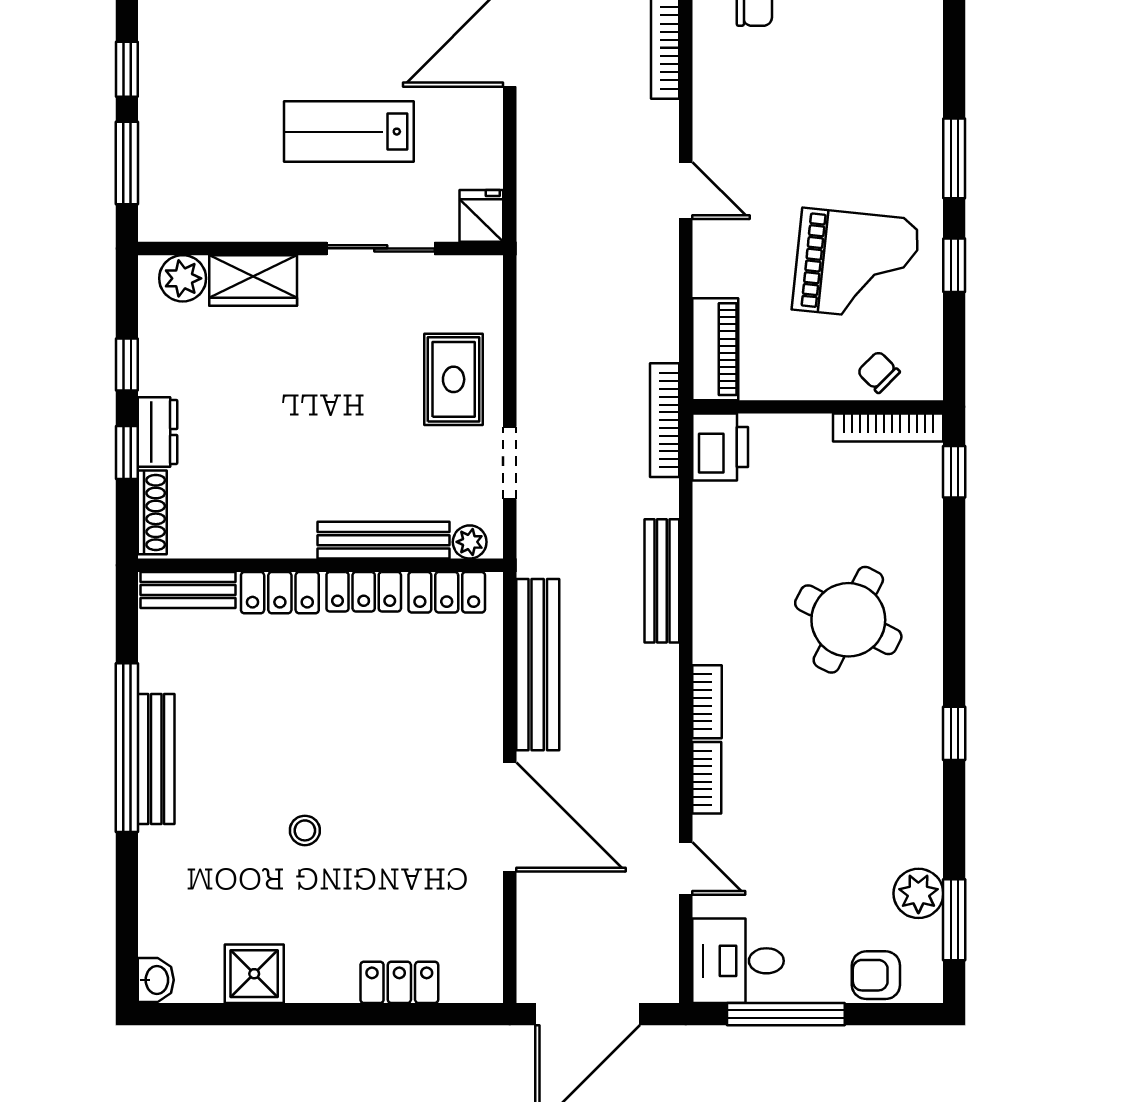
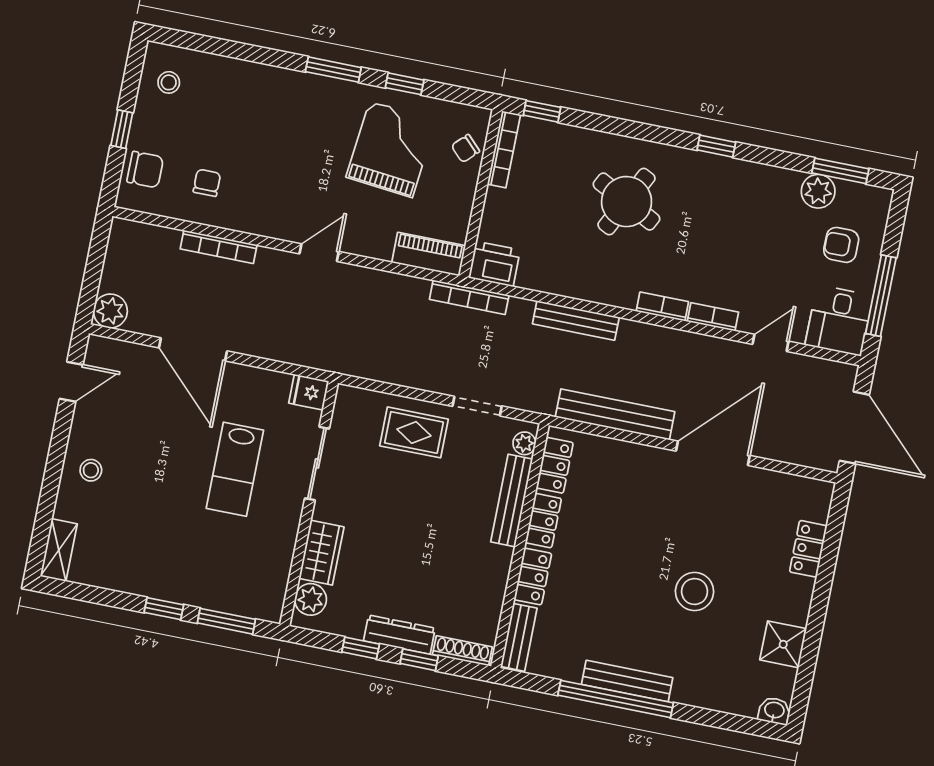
dresser: (158, 432) -> (399, 635), width x1.44
stool: (305, 830) -> (695, 591), width x1.89, depth x1.89
armchair: (876, 975) -> (841, 245), moved, turned 90

